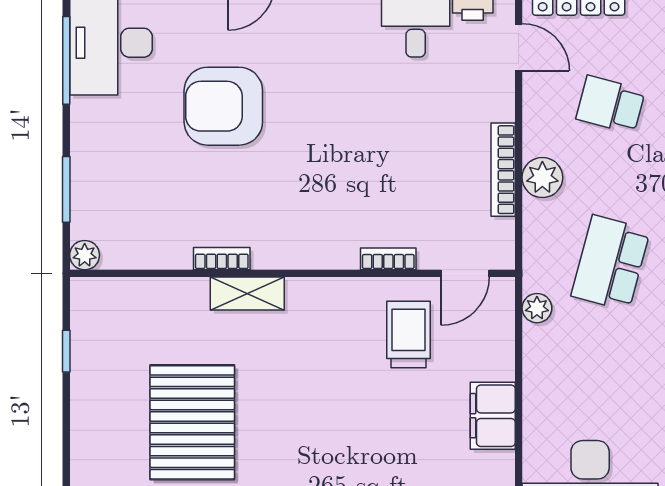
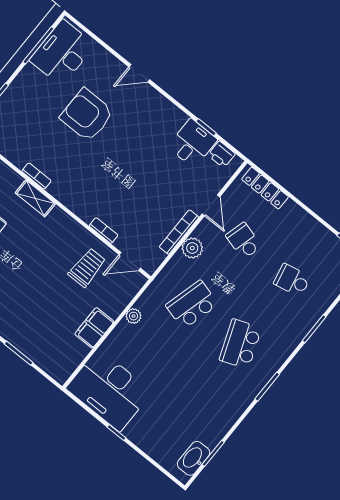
door: (519, 47) -> (211, 205), moved
plant: (537, 308) -> (134, 316), moved

